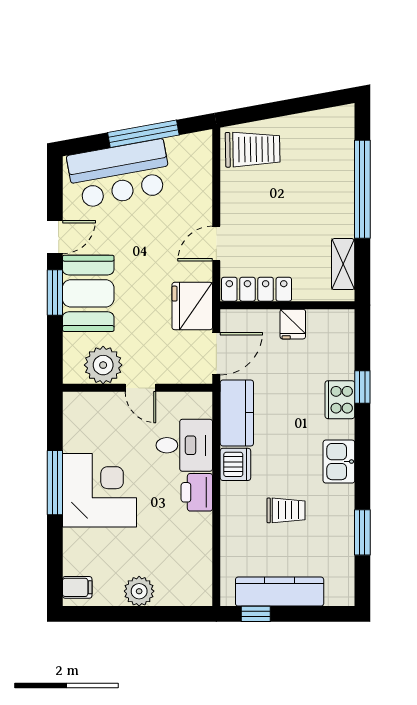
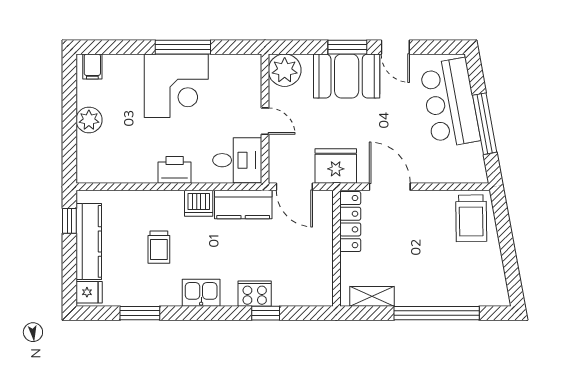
door: (216, 244) -> (390, 187), width x1.38
fridge: (293, 324) -> (89, 292), moved, turned 180
plant: (103, 365) -> (285, 70), moved
door: (140, 388) -> (265, 121), swing flipped
desk: (184, 445) -> (237, 160), moved, turned -90

